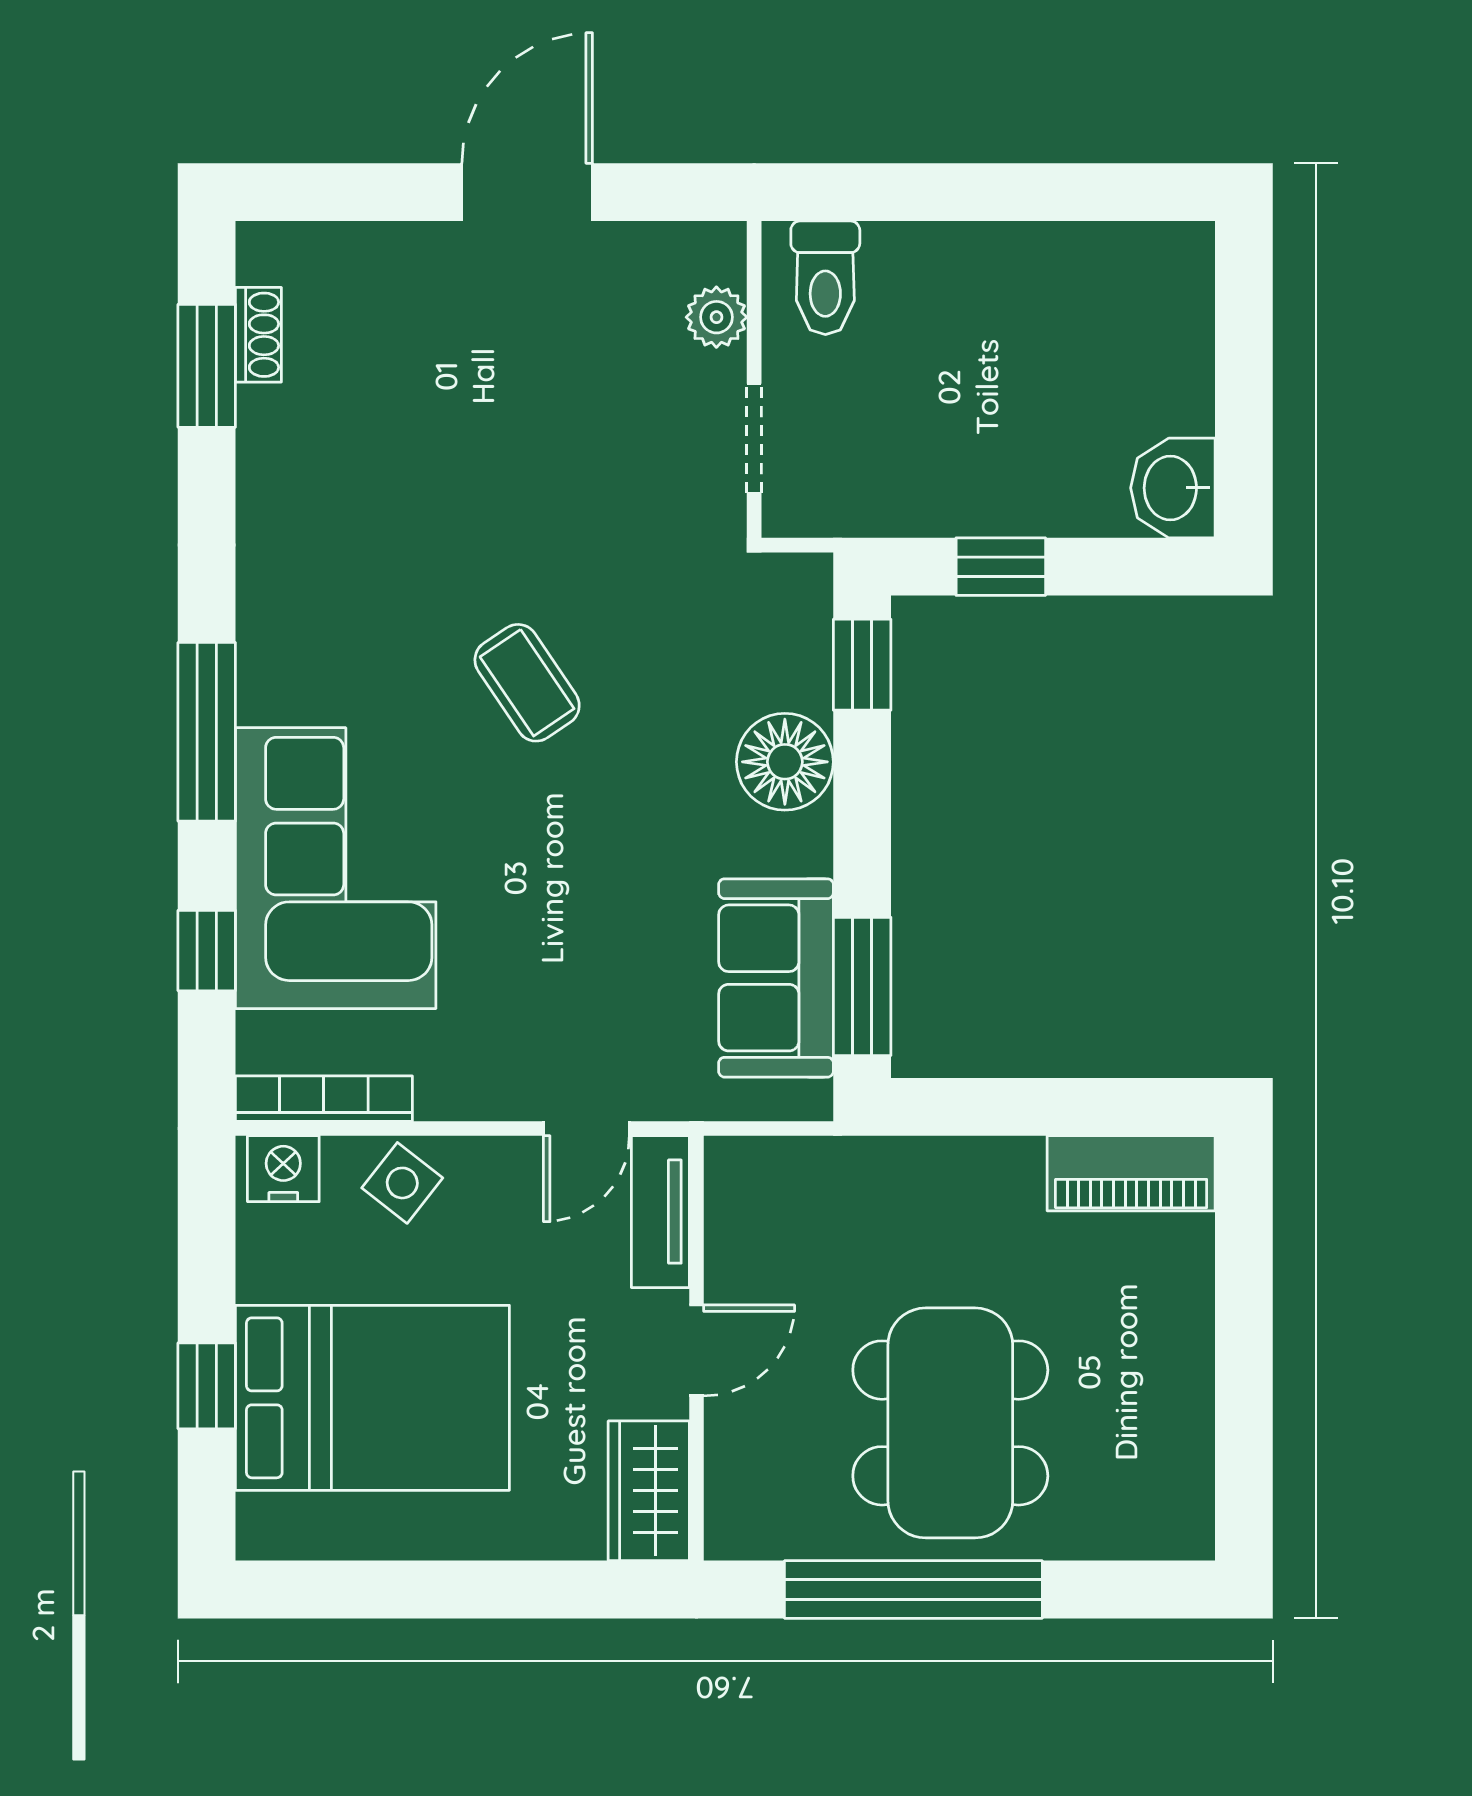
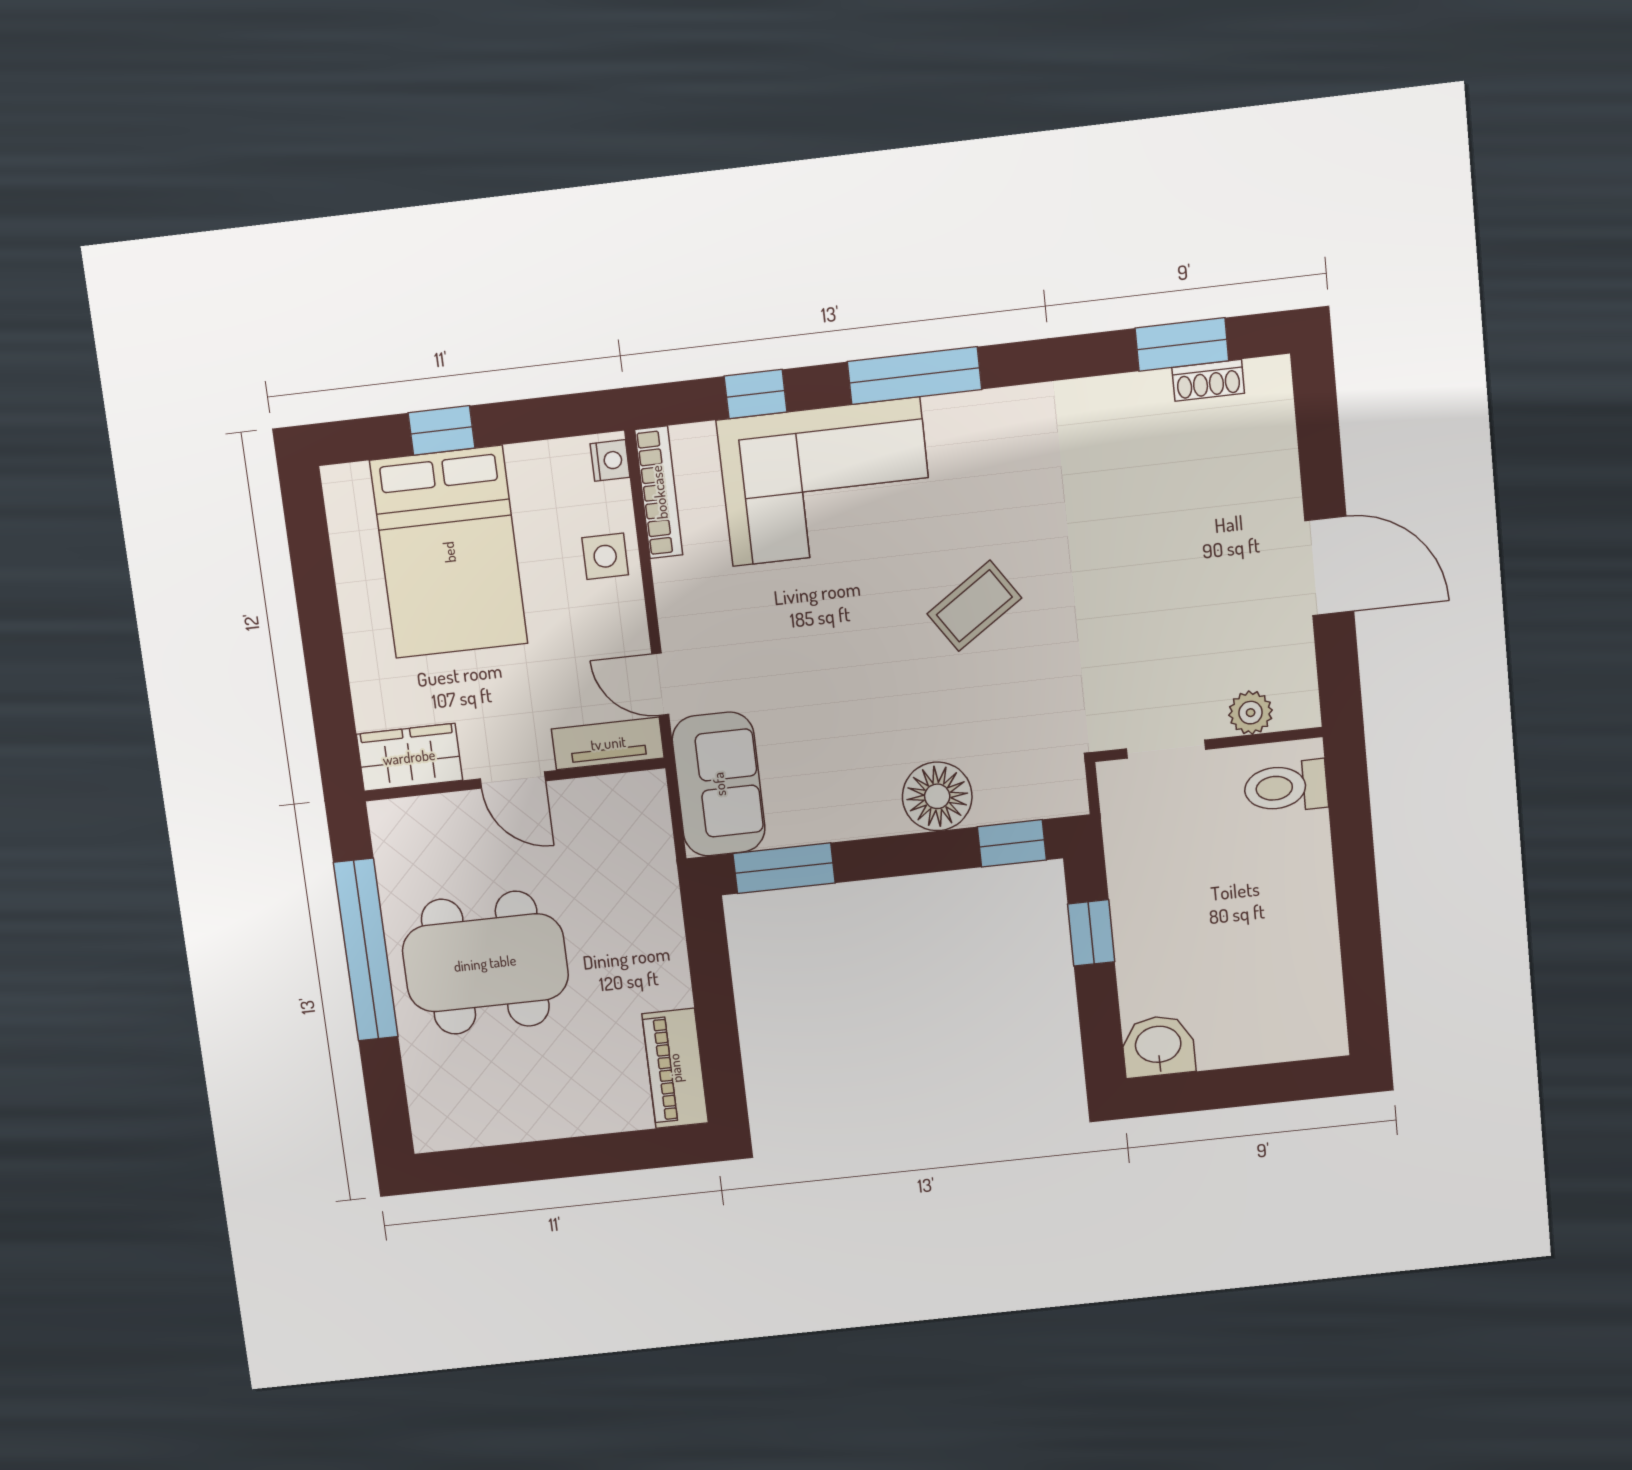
sofa: (776, 978) -> (719, 784), moved, turned 90
nightstand: (283, 1169) -> (610, 460), width x0.72, depth x0.74
side table: (402, 1183) -> (605, 556), turned -38

